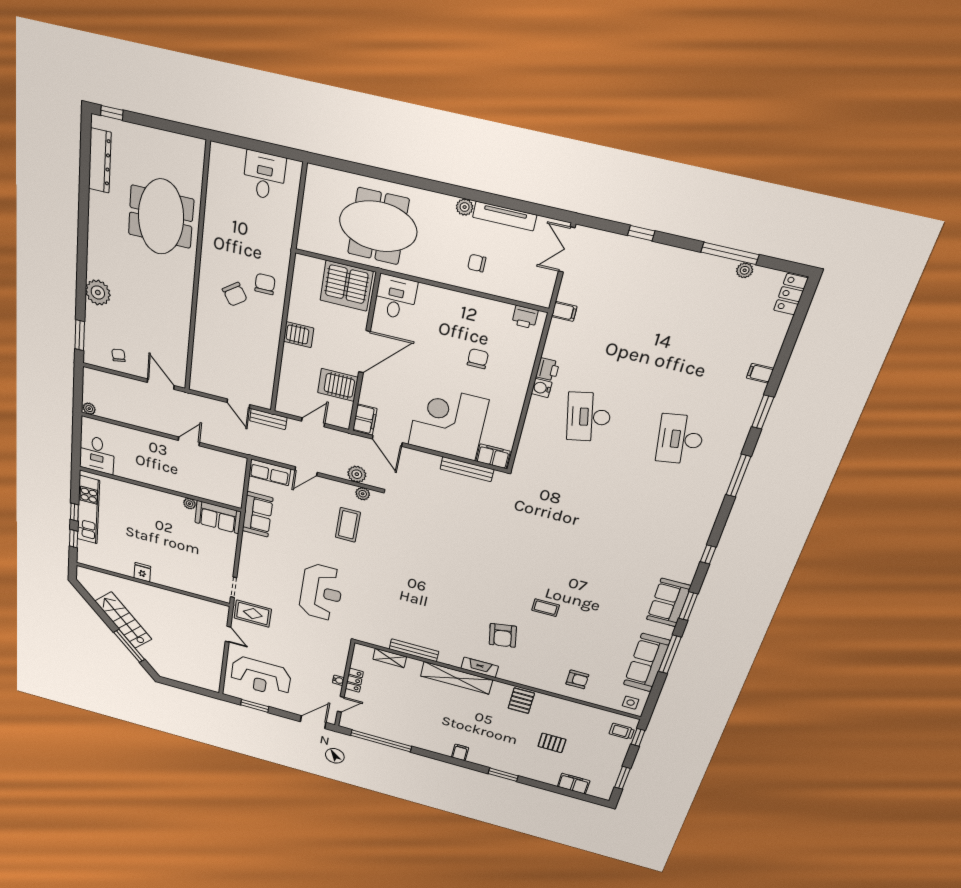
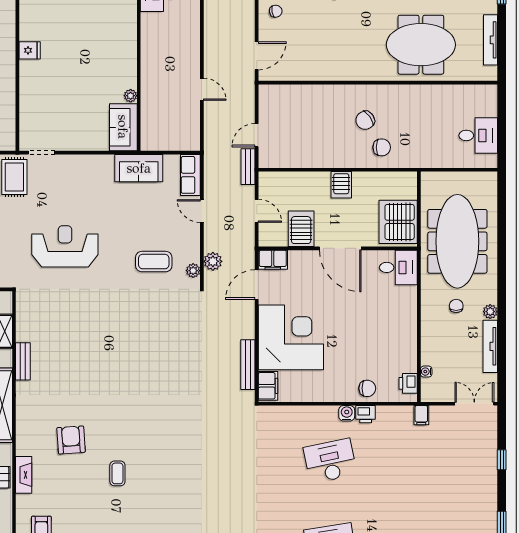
tv unit: (161, 137) -> (491, 40), added
meeting table: (378, 226) -> (457, 241), width x1.36
chair: (477, 263) -> (456, 306), moved
water cooler: (517, 295) -> (426, 372), added
chair: (478, 359) -> (367, 388), moved
reception desk: (321, 592) -> (65, 246), turned 180
armchair: (503, 635) -> (71, 440), turned 96
bench: (414, 650) -> (23, 361), width x0.73
fireplace: (480, 667) -> (24, 475), moved

